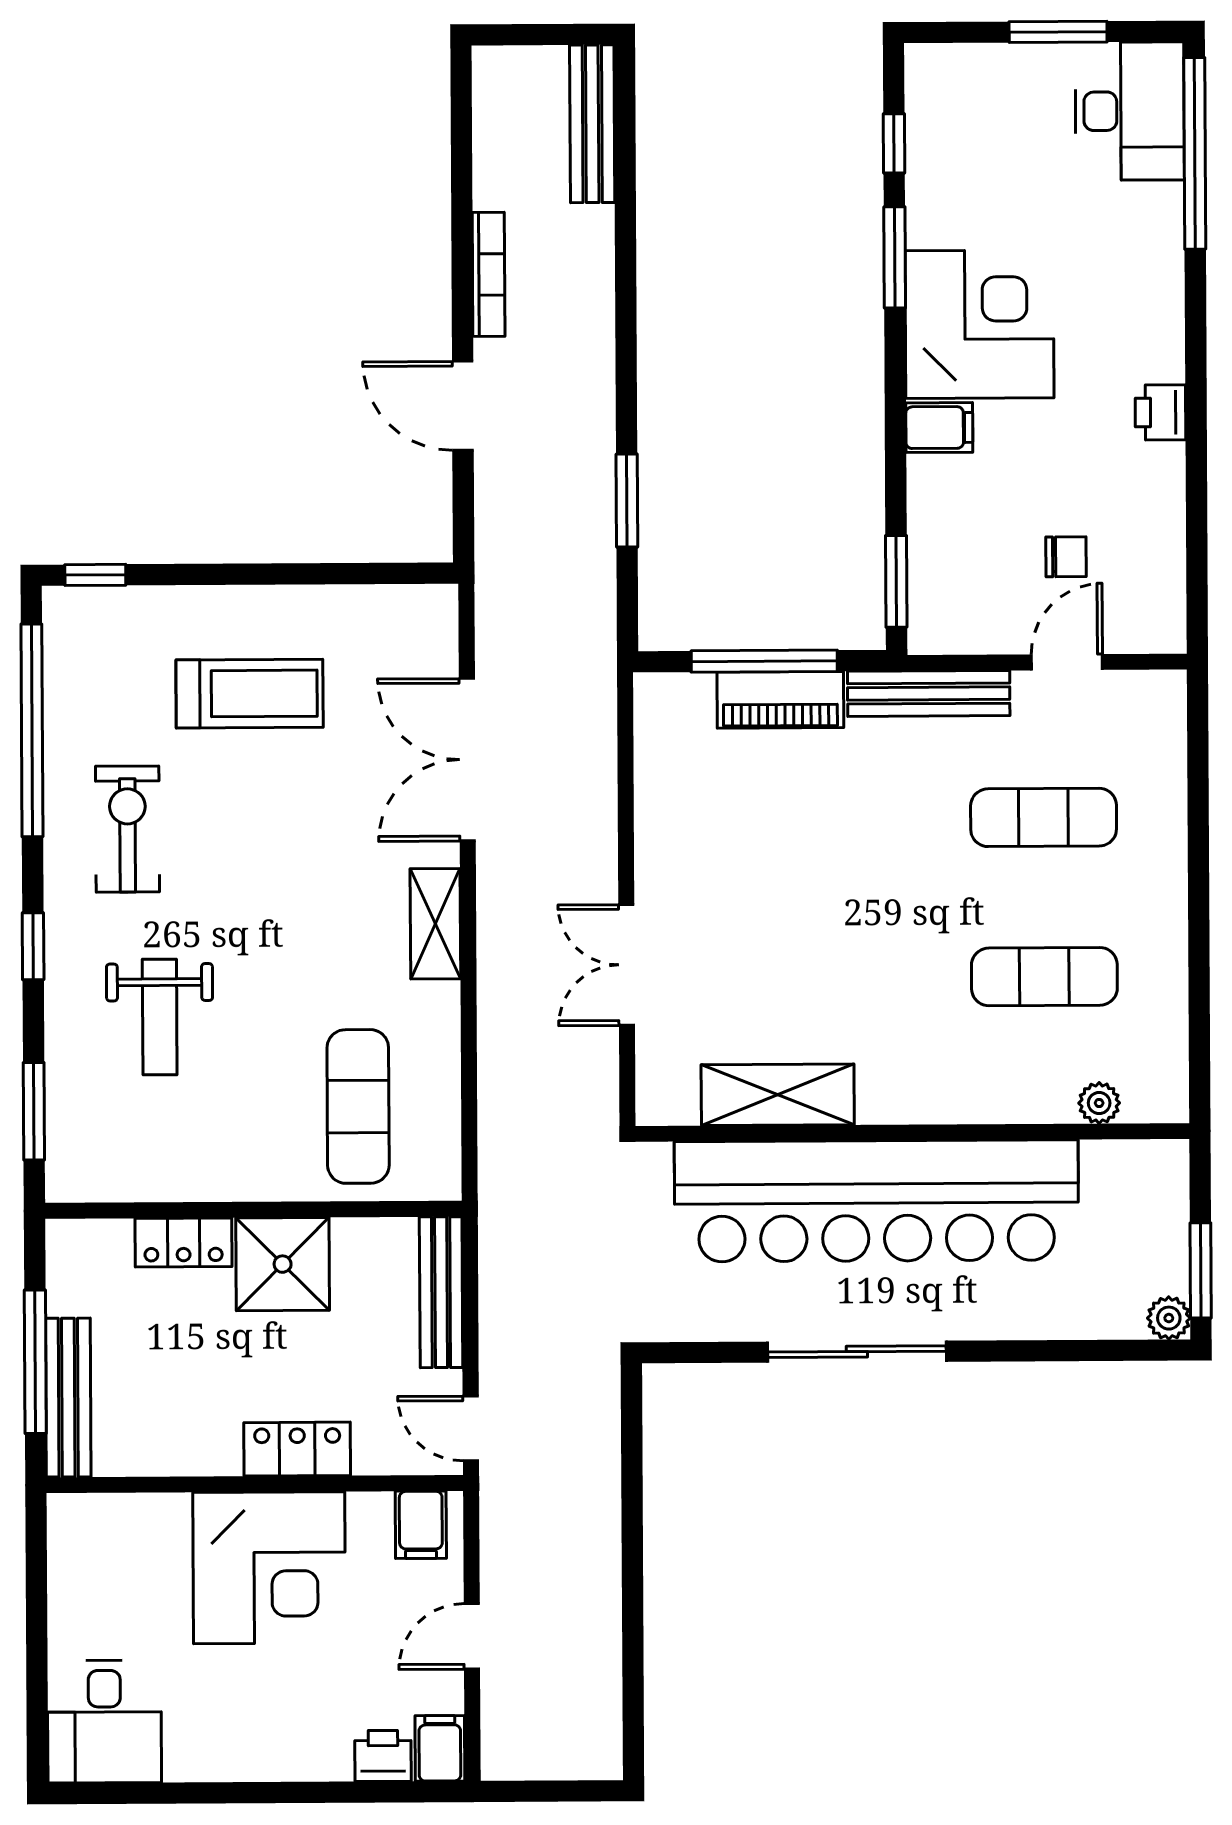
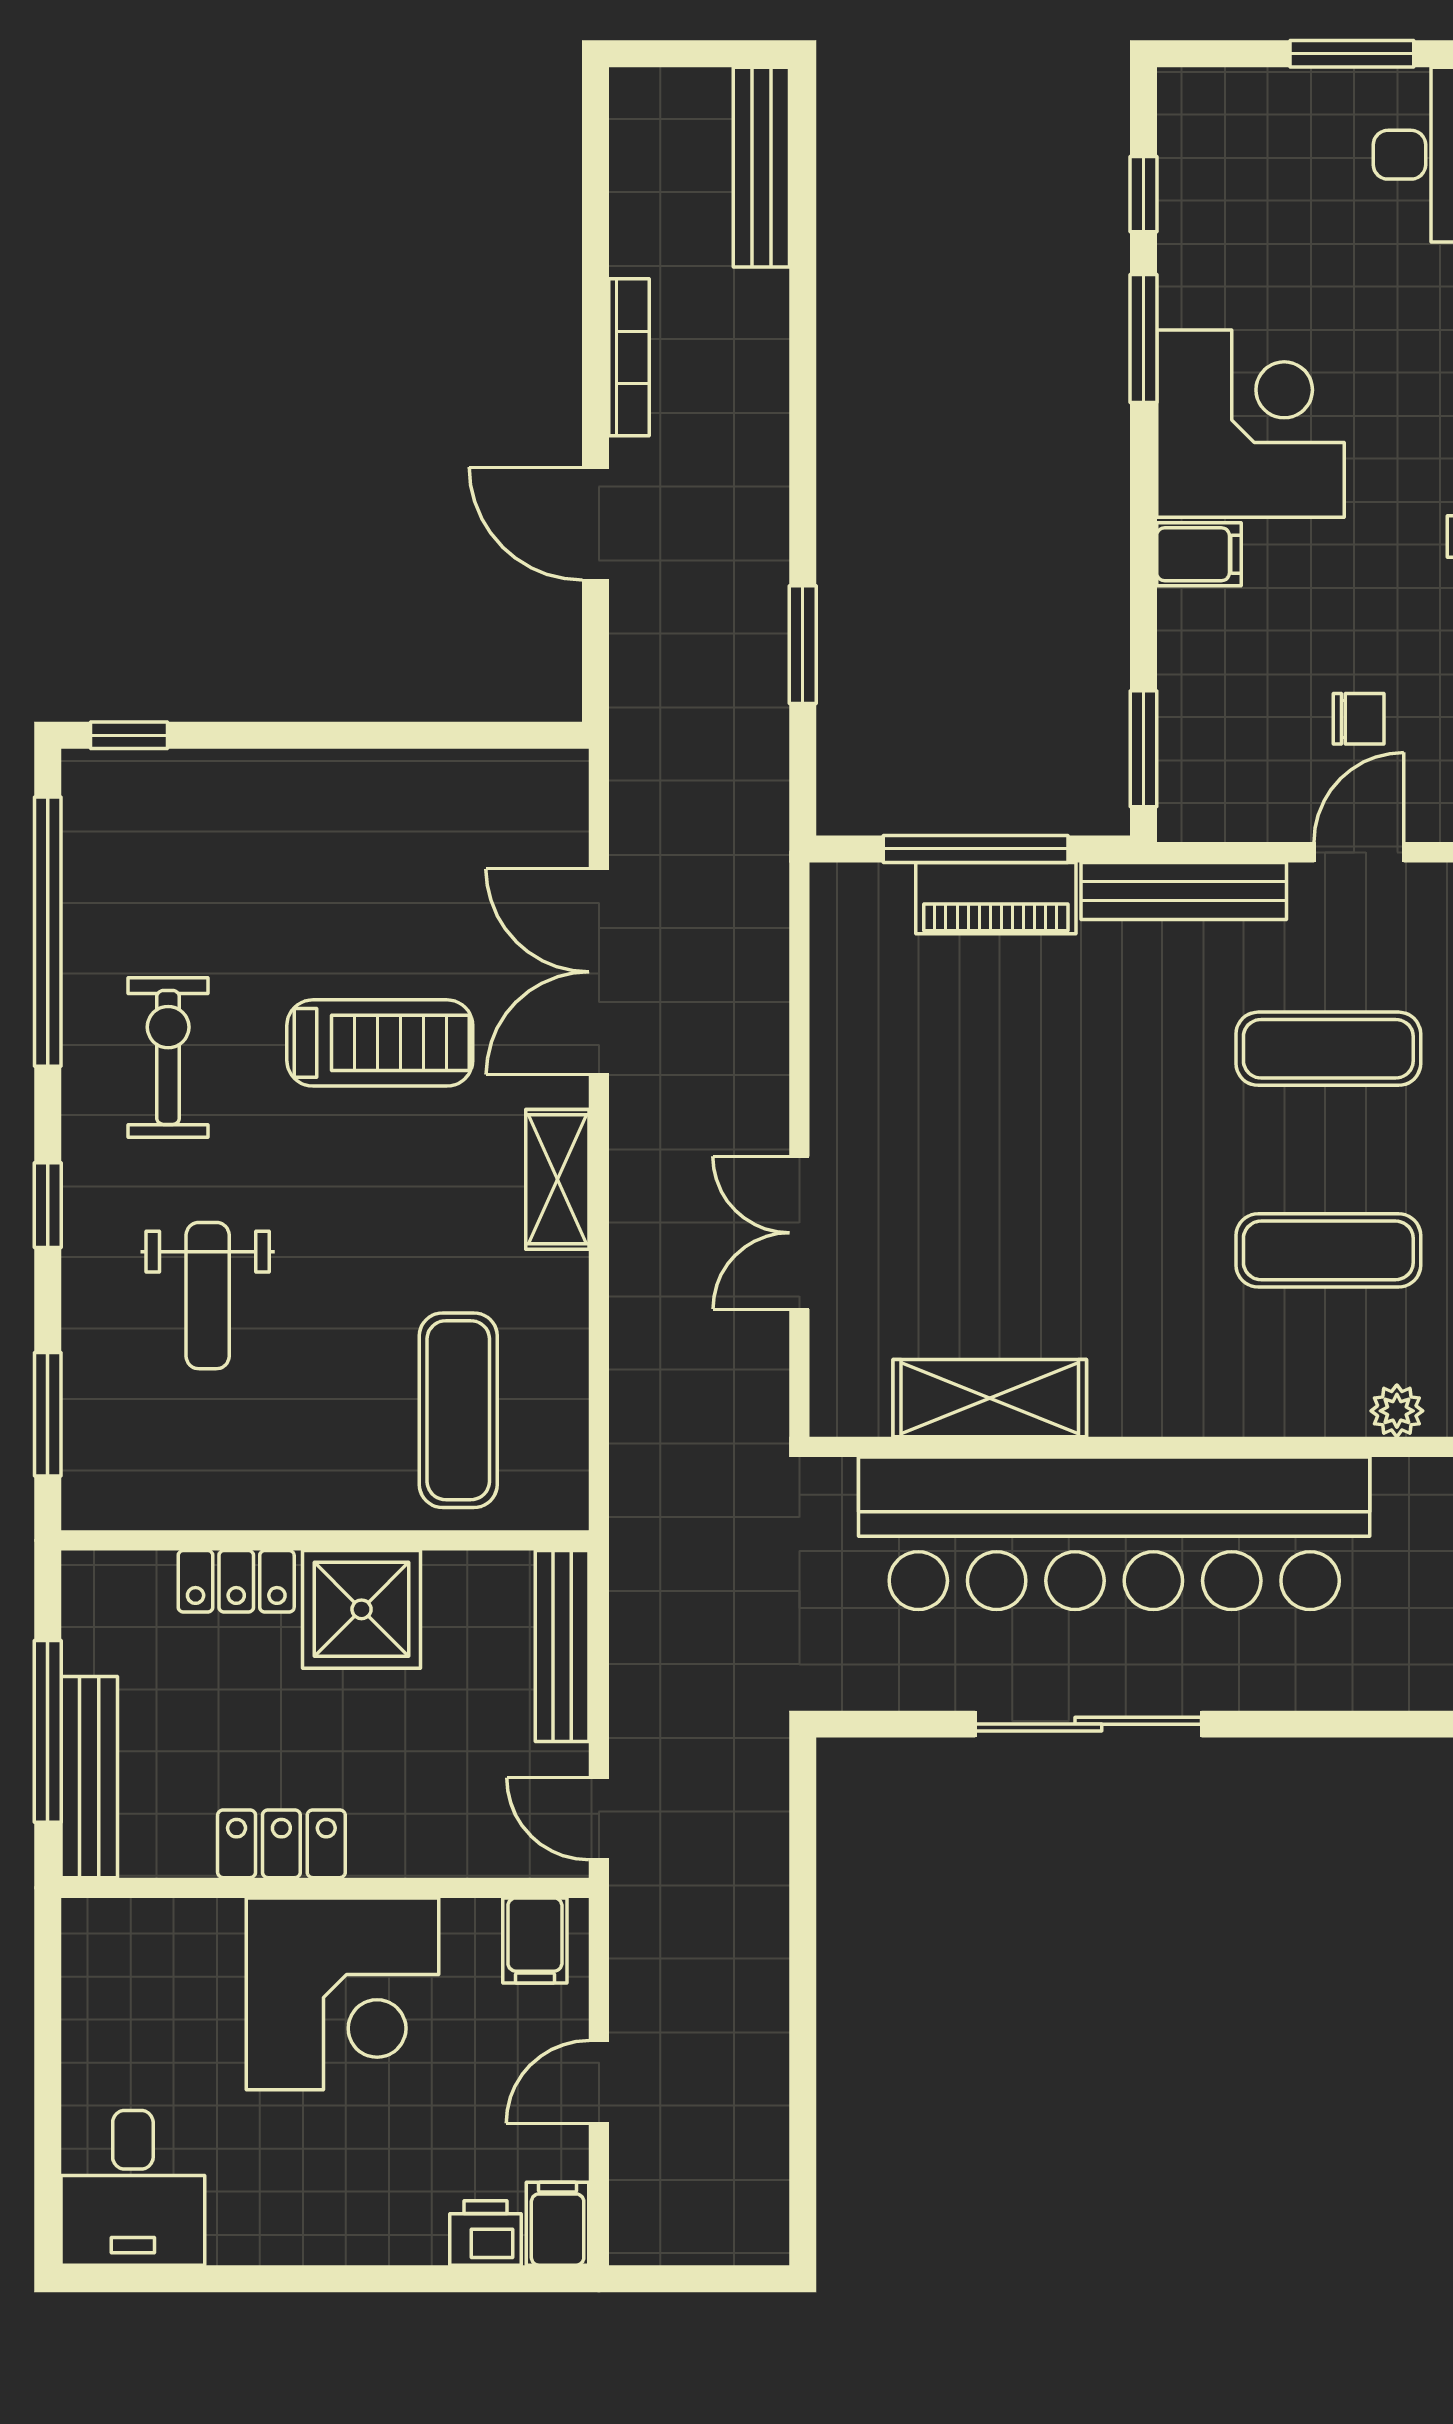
treadmill: (250, 694) -> (380, 1043), moved
locker: (297, 1449) -> (281, 1844), moved

